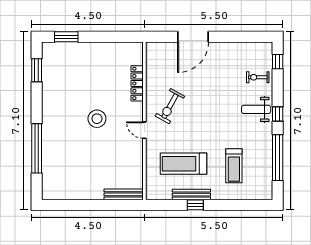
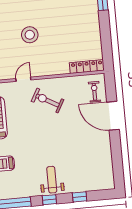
window: (278, 62) -> (80, 197), moved
exercise bike: (258, 77) -> (94, 92), moved
locker: (137, 83) -> (87, 67), moved

